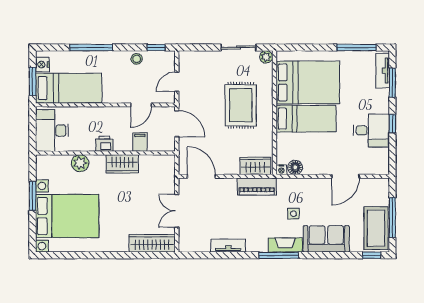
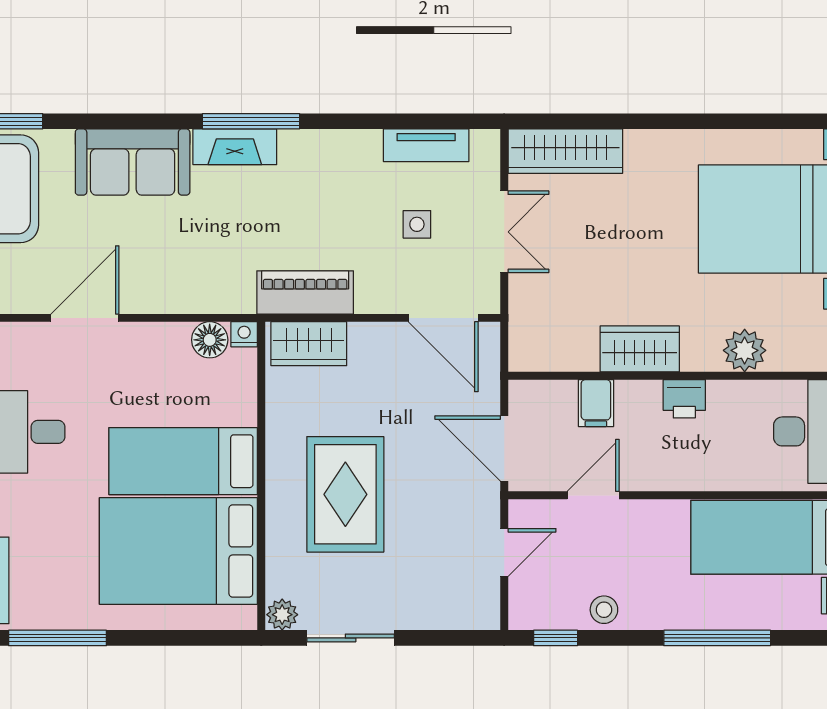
side table: (293, 214) -> (417, 224), moved
tv unit: (228, 246) -> (426, 145), moved

